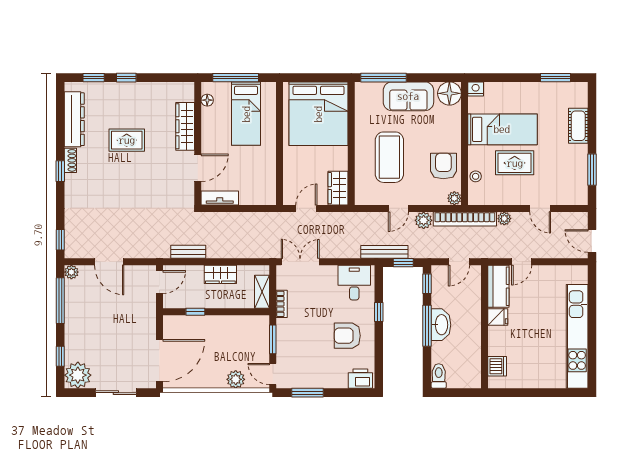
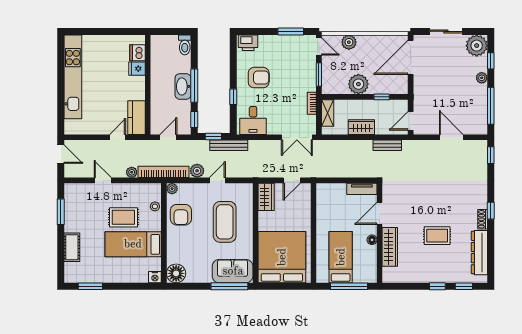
sofa: (408, 96) -> (233, 271), moved
floor lamp: (207, 100) -> (372, 240), moved
plant: (71, 272) -> (482, 78), moved
fridge: (498, 317) -> (137, 69), moved
plant: (224, 328) -> (358, 84), added

